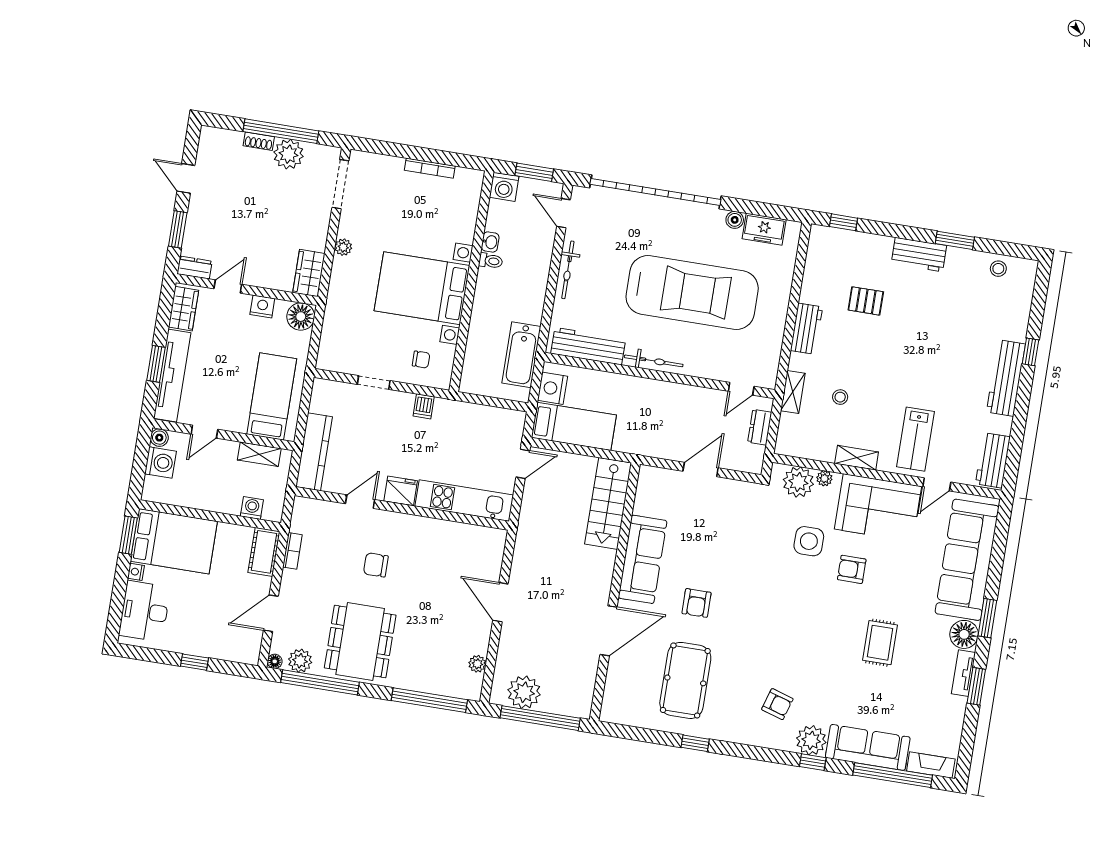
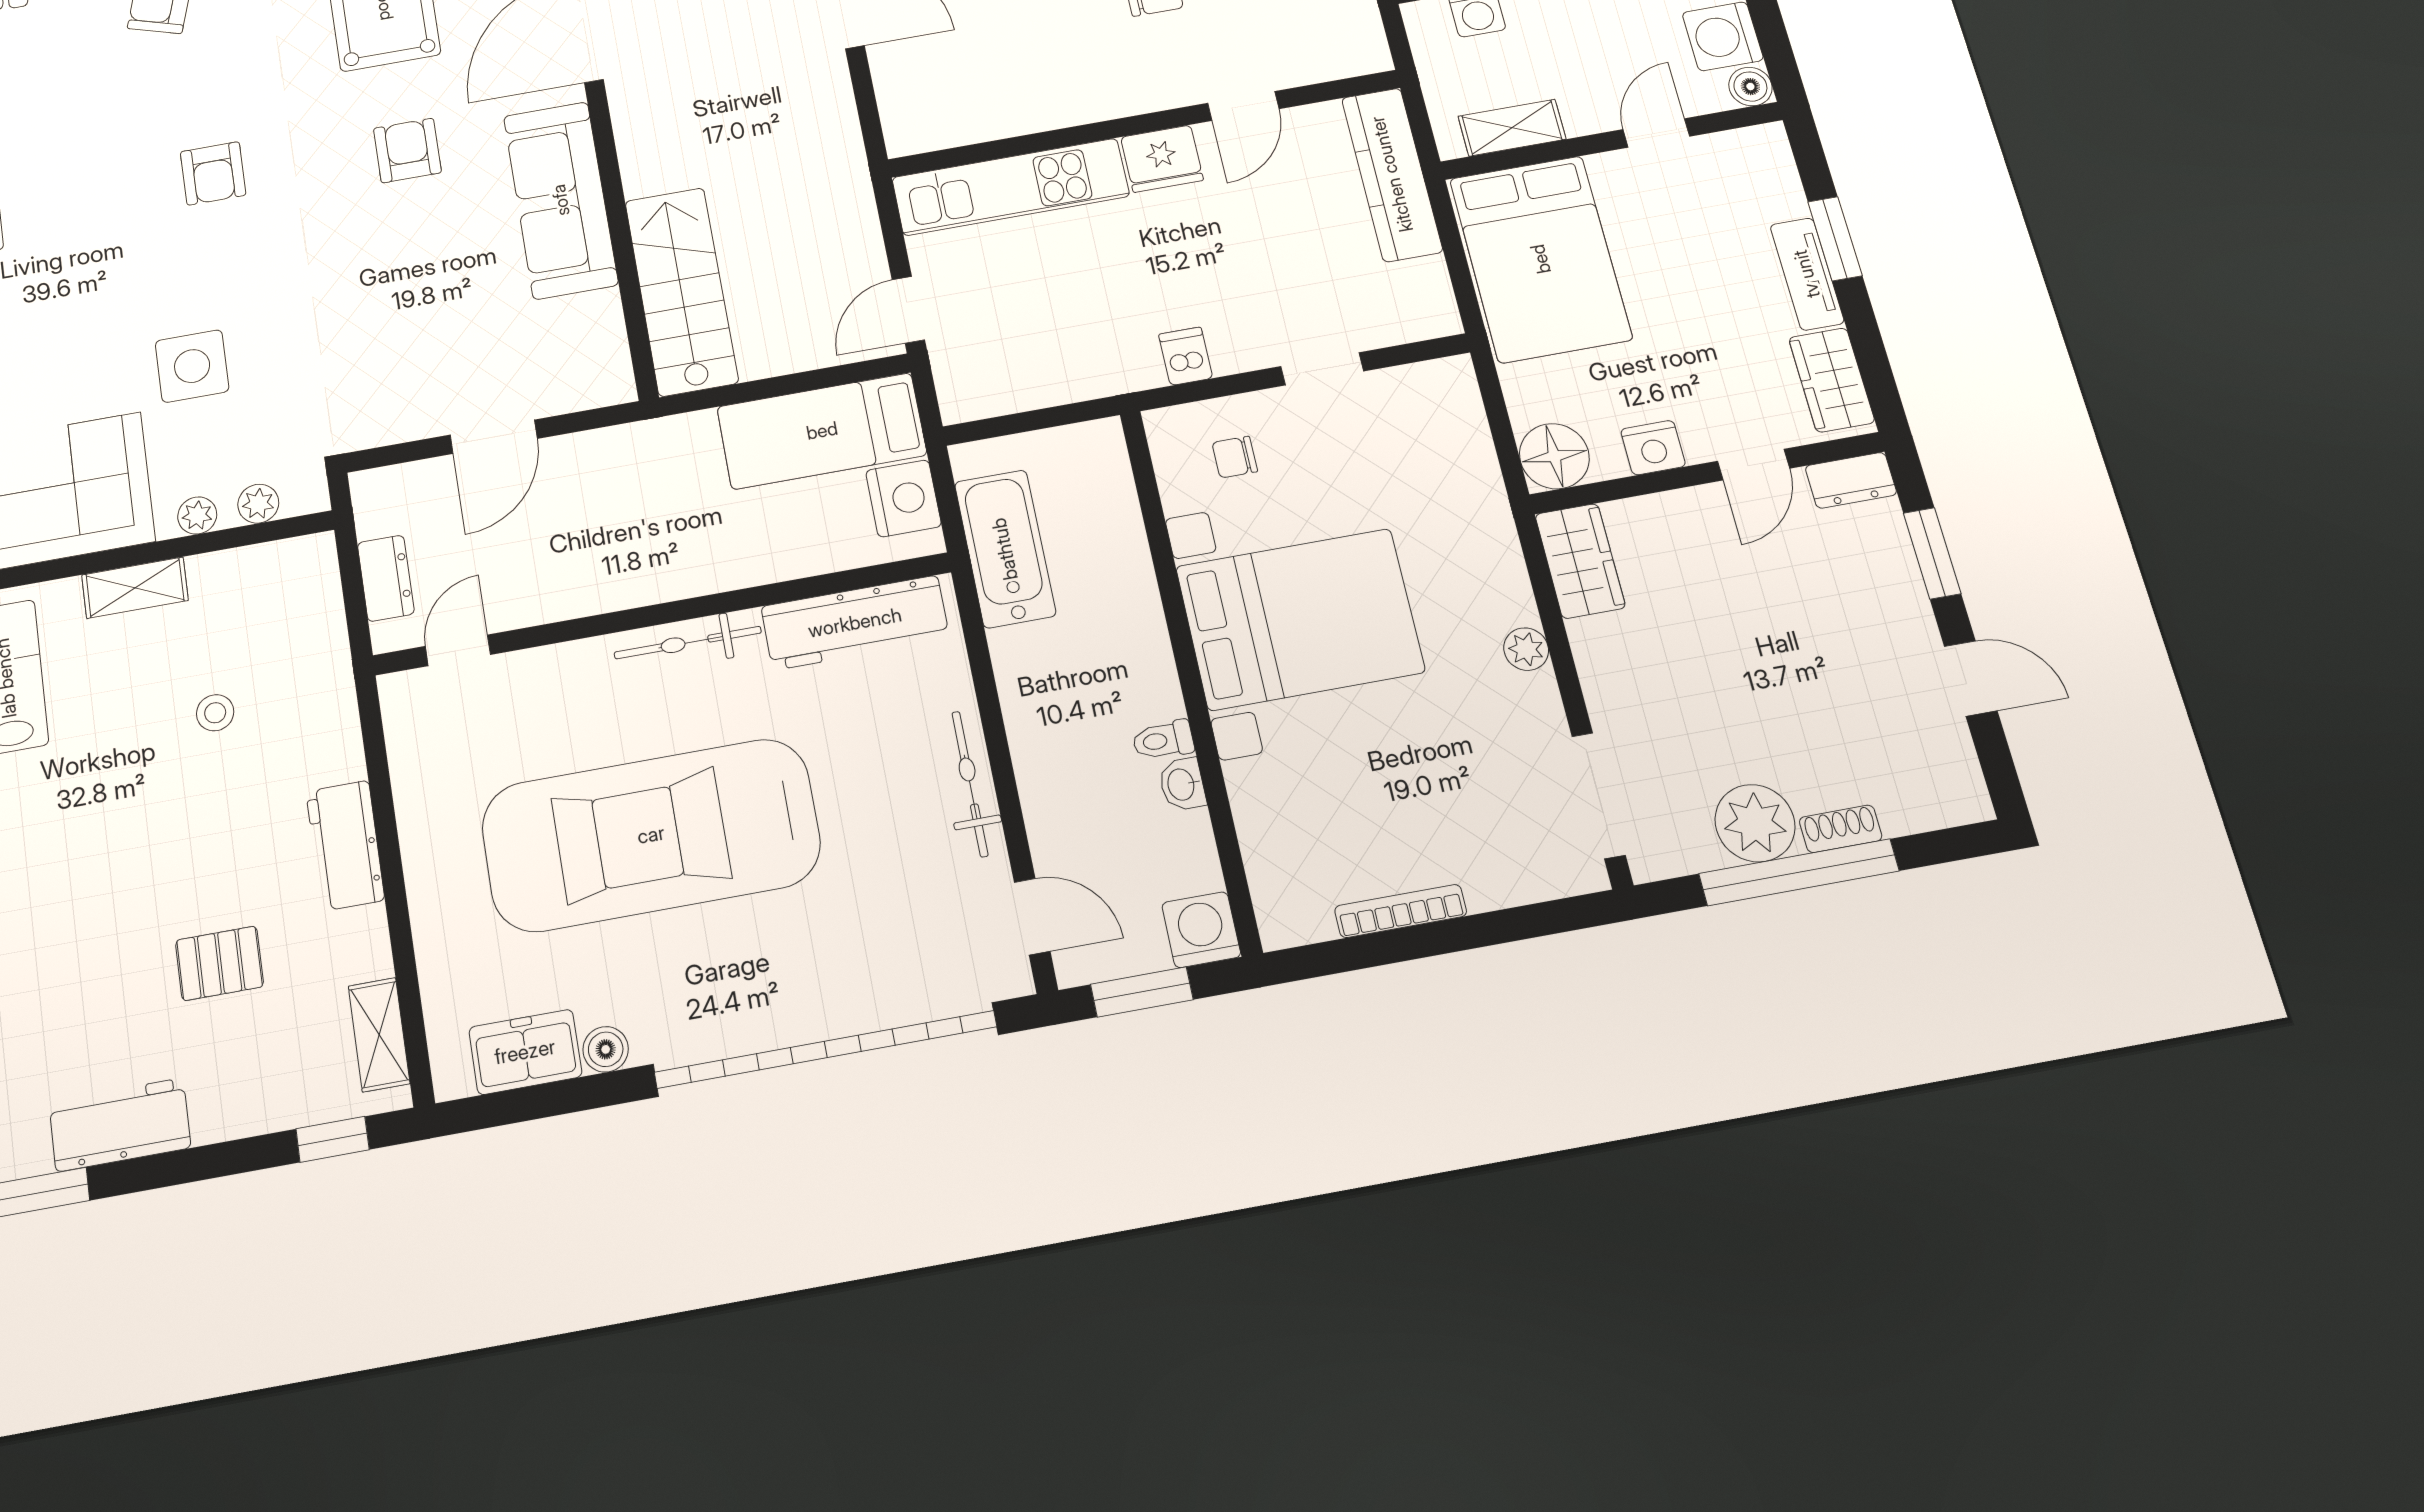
tv unit: (172, 375) -> (1807, 274), width x0.52, depth x0.78
shelving: (793, 392) -> (379, 1035), moved
bed: (272, 396) -> (1541, 259), width x1.50
plant: (798, 482) -> (258, 504), width x0.53, depth x0.53
armchair: (852, 569) -> (213, 173), moved, turned 90

